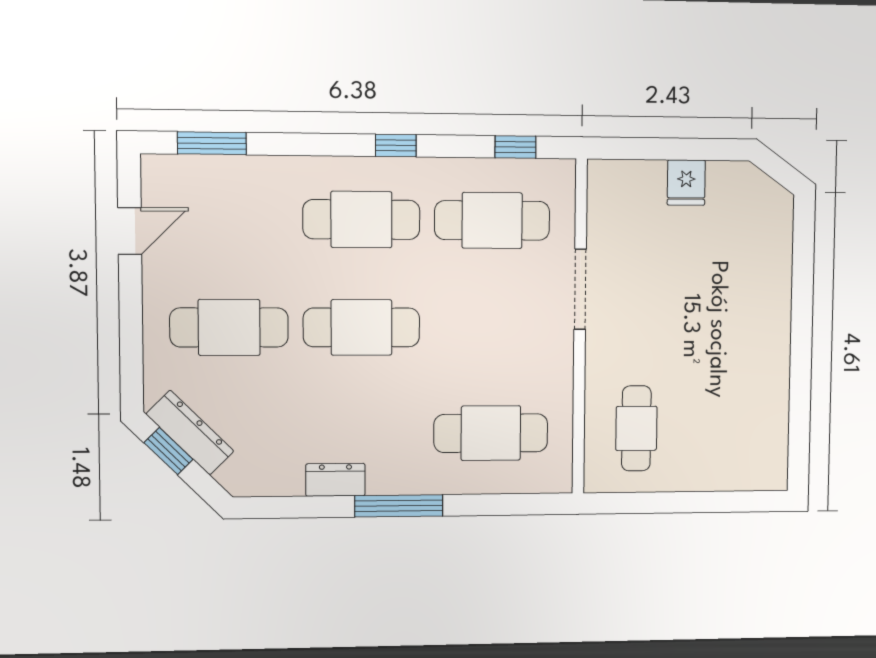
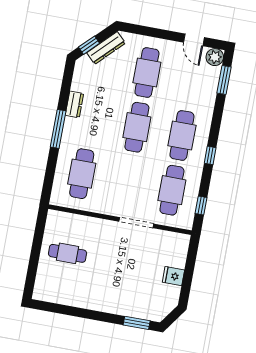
plant: (161, 174) -> (215, 57), added
window: (803, 247) -> (137, 323), added
cafe table: (636, 428) -> (68, 253), moved
window: (169, 451) -> (89, 45), moved

